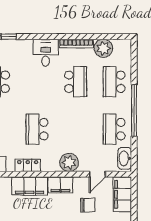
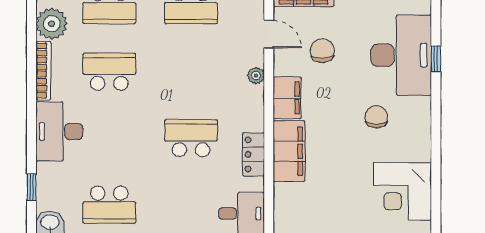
desk: (46, 53) -> (59, 131), width x1.37
school desk: (37, 129) -> (191, 138), turned 180
plant: (69, 162) -> (256, 76), width x0.53, depth x0.53

